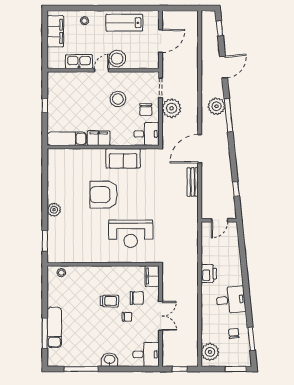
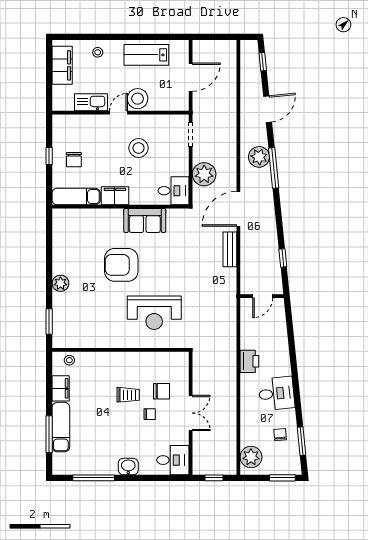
plant: (172, 108) -> (204, 174), moved
chair: (146, 110) -> (74, 160), moved
filing cabinet: (152, 276) -> (61, 388), moved, turned 180

